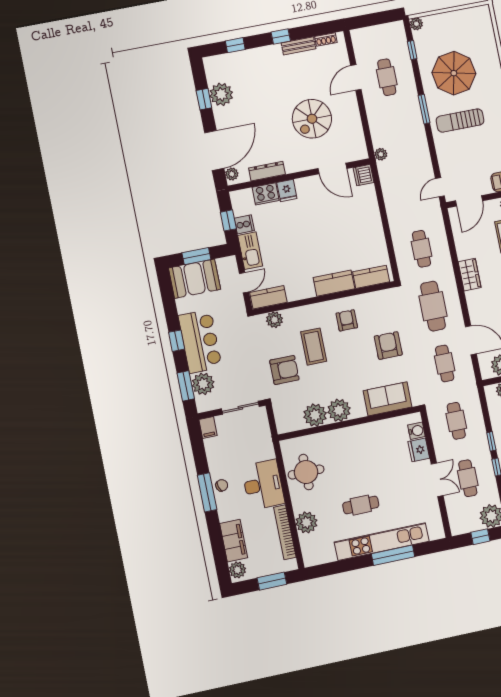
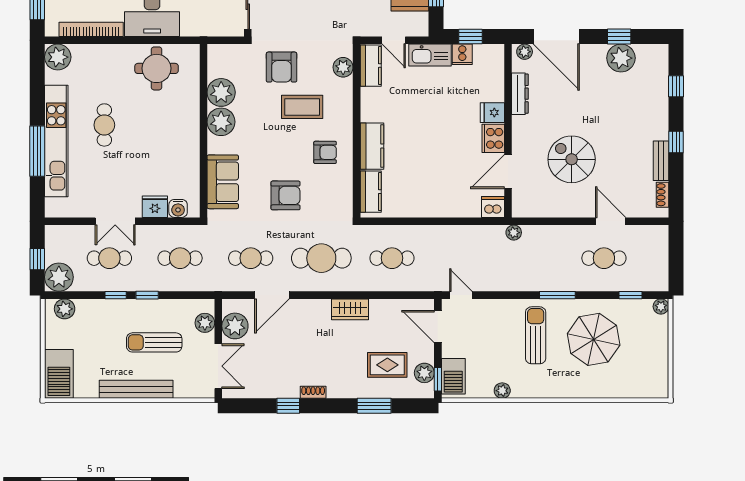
cooker: (266, 194) -> (493, 138), moved
plant: (306, 522) -> (58, 57), moved

